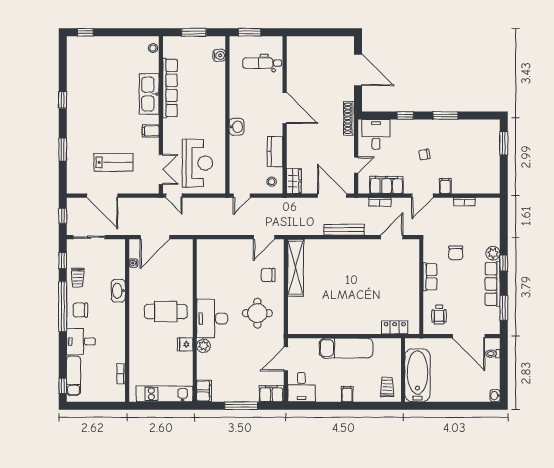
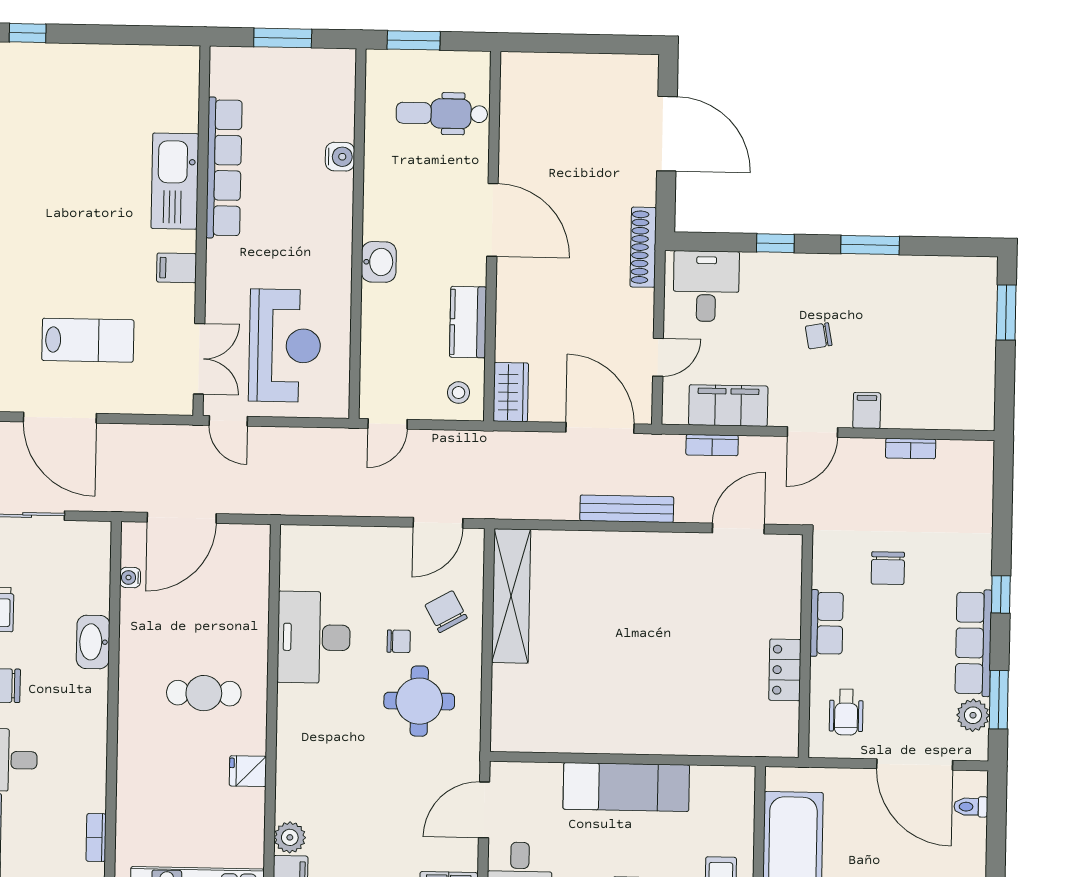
stool: (153, 48) -> (186, 73), removed
water cooler: (219, 55) -> (340, 157), moved
plant: (493, 253) -> (973, 715), moved
chair: (268, 275) -> (446, 612), turned 61
chair: (248, 288) -> (399, 641), added
cafe table: (166, 312) -> (204, 693), width x0.73, depth x0.74
desk: (212, 318) -> (314, 637), moved
locker: (395, 328) -> (785, 670), moved, turned -90
plant: (203, 346) -> (290, 837), moved

